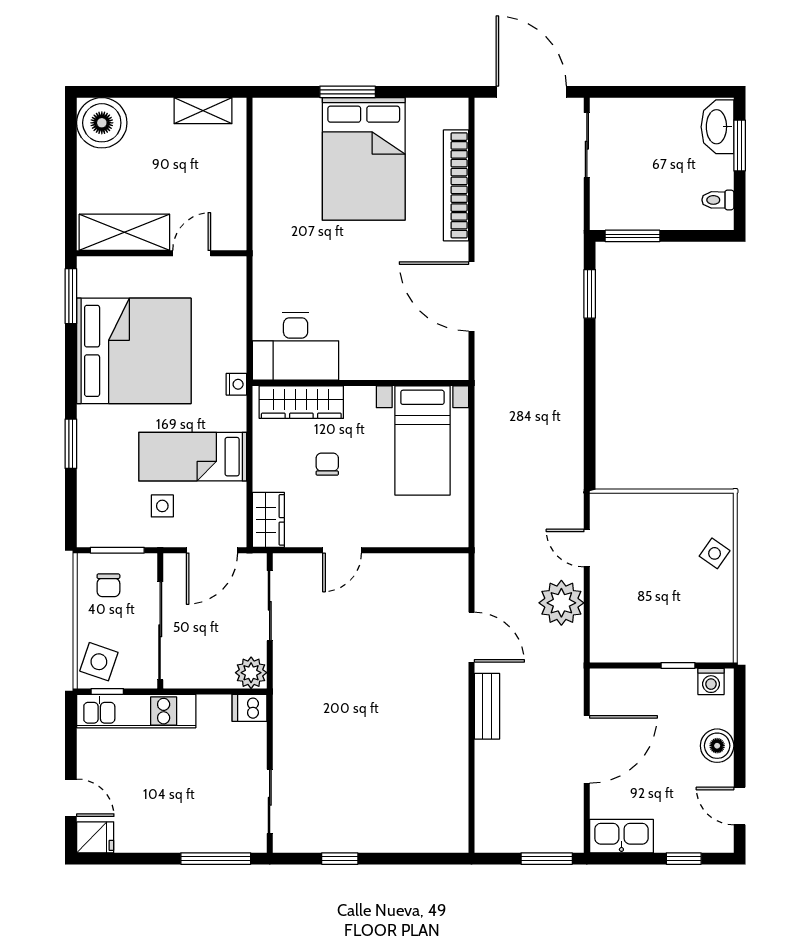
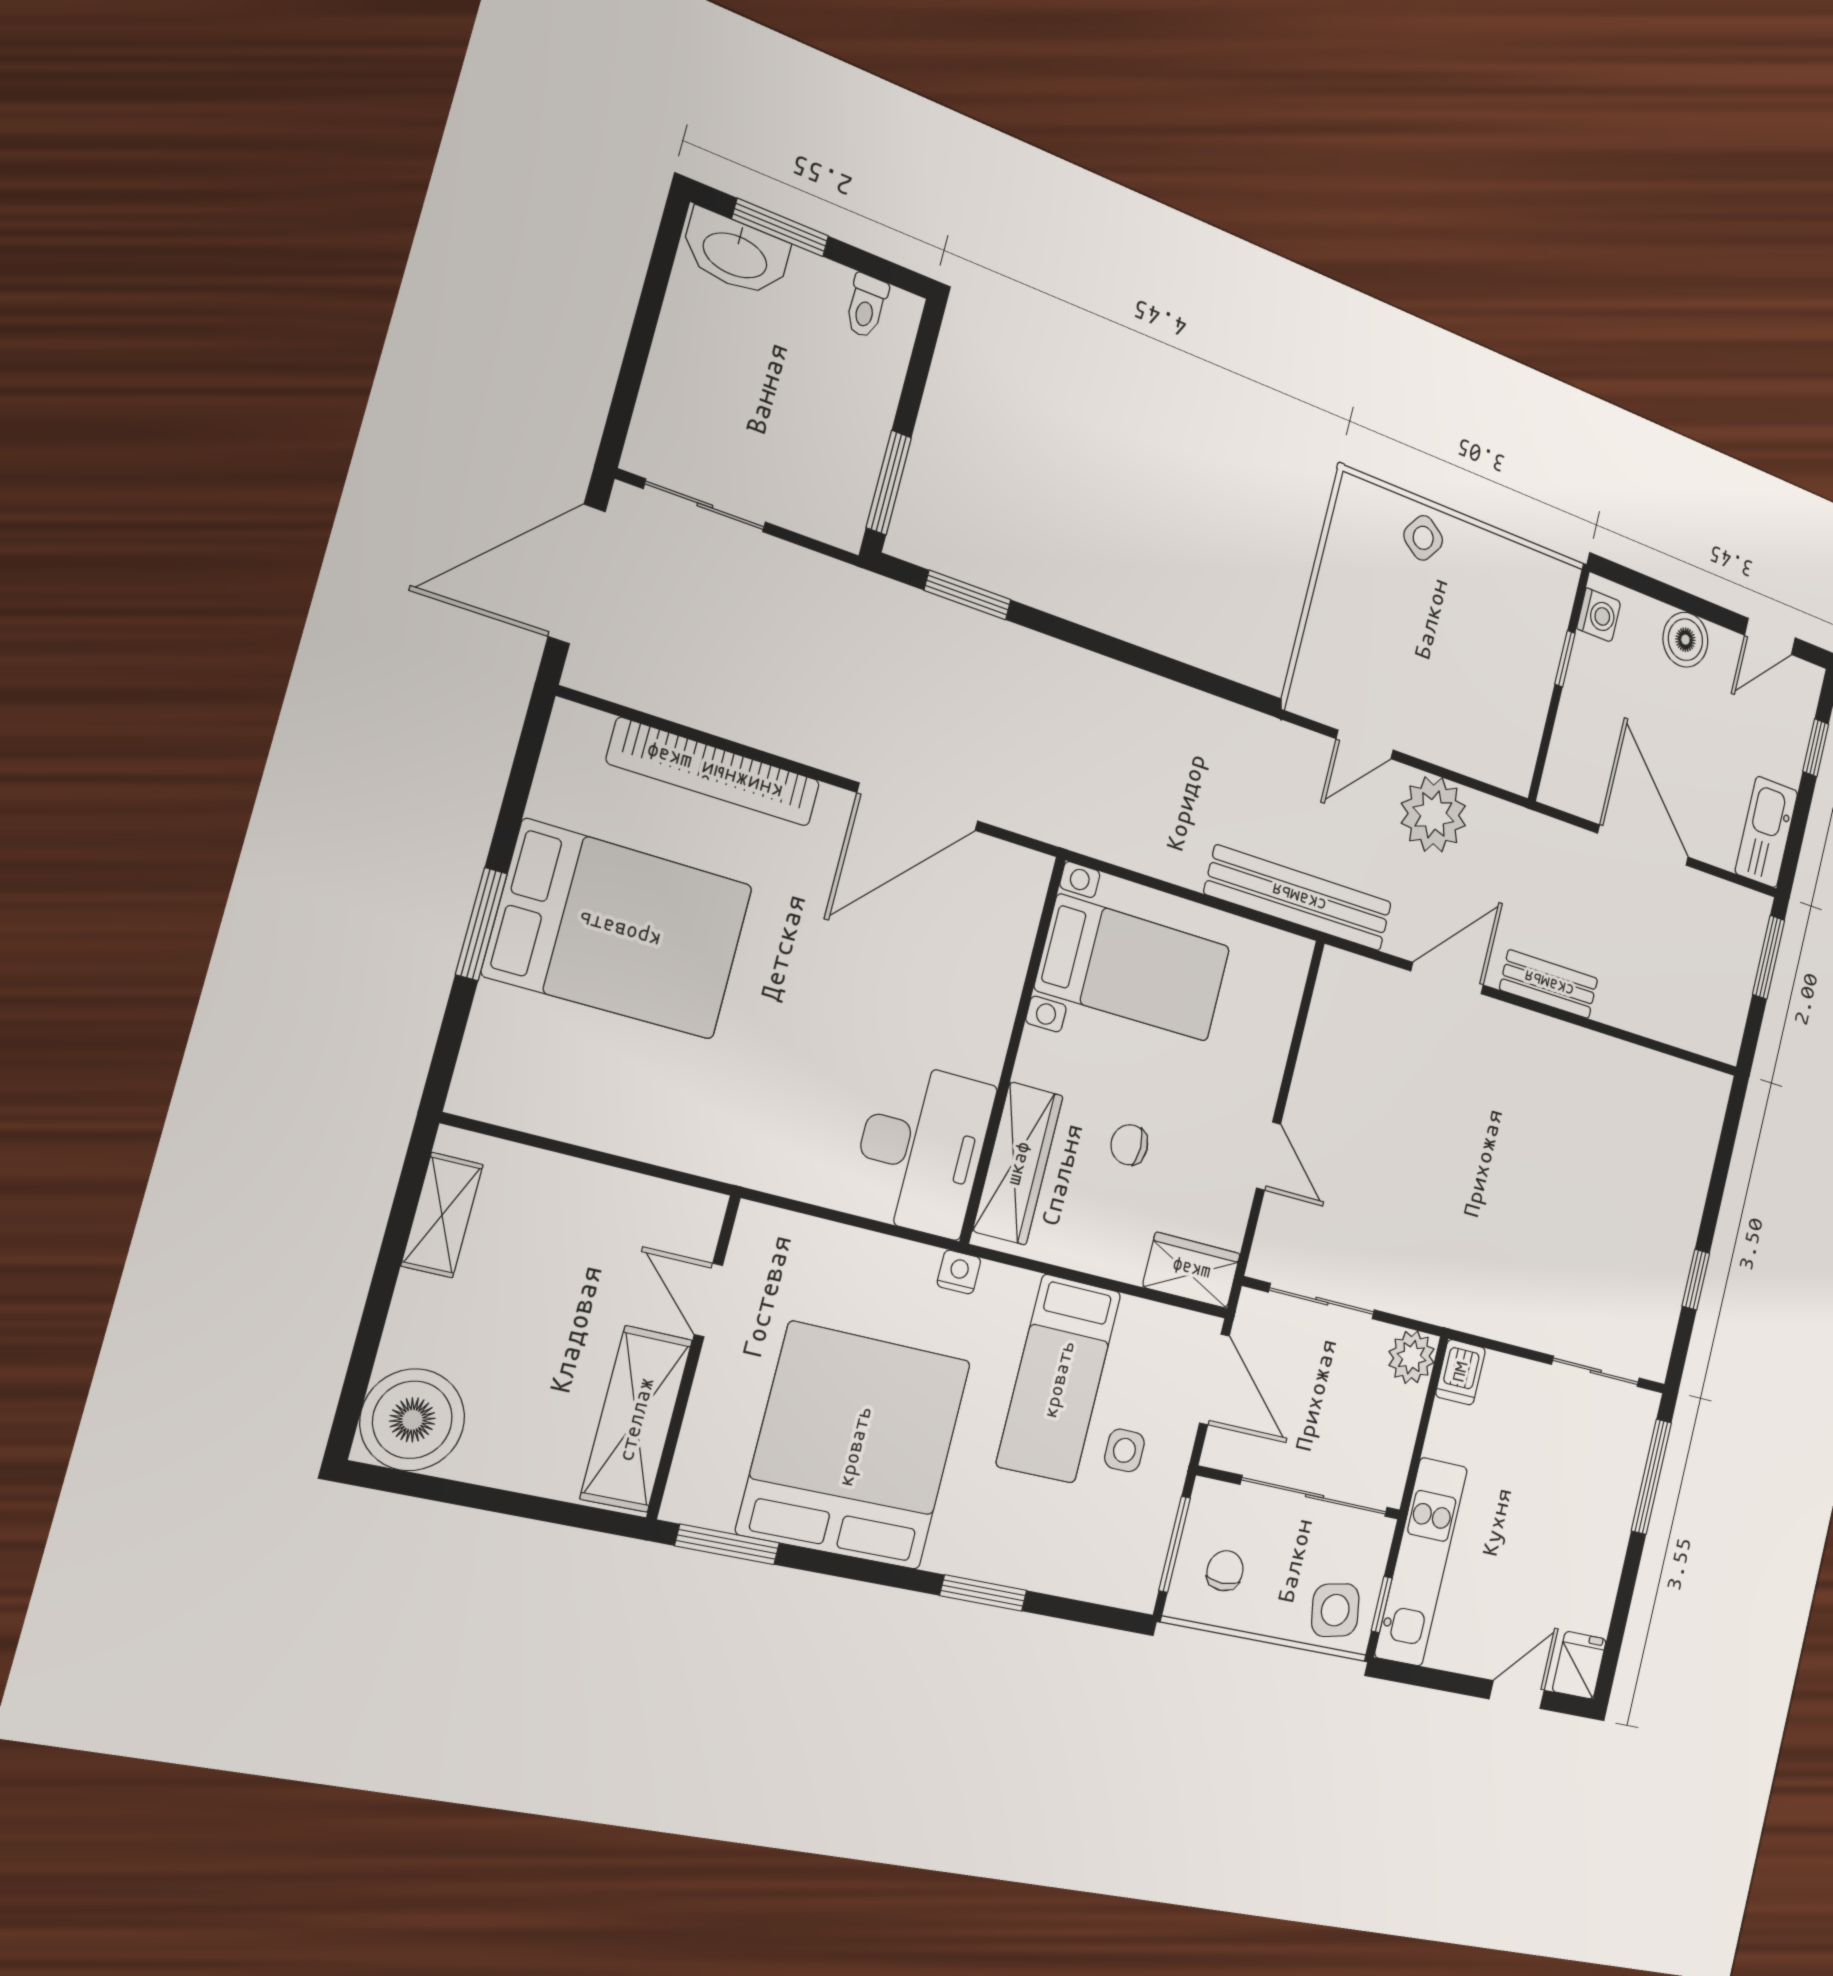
bench: (489, 530) -> (1299, 898), added
chair: (108, 585) -> (1225, 1571), turned -90
side table: (99, 662) -> (1335, 1610), turned -30

